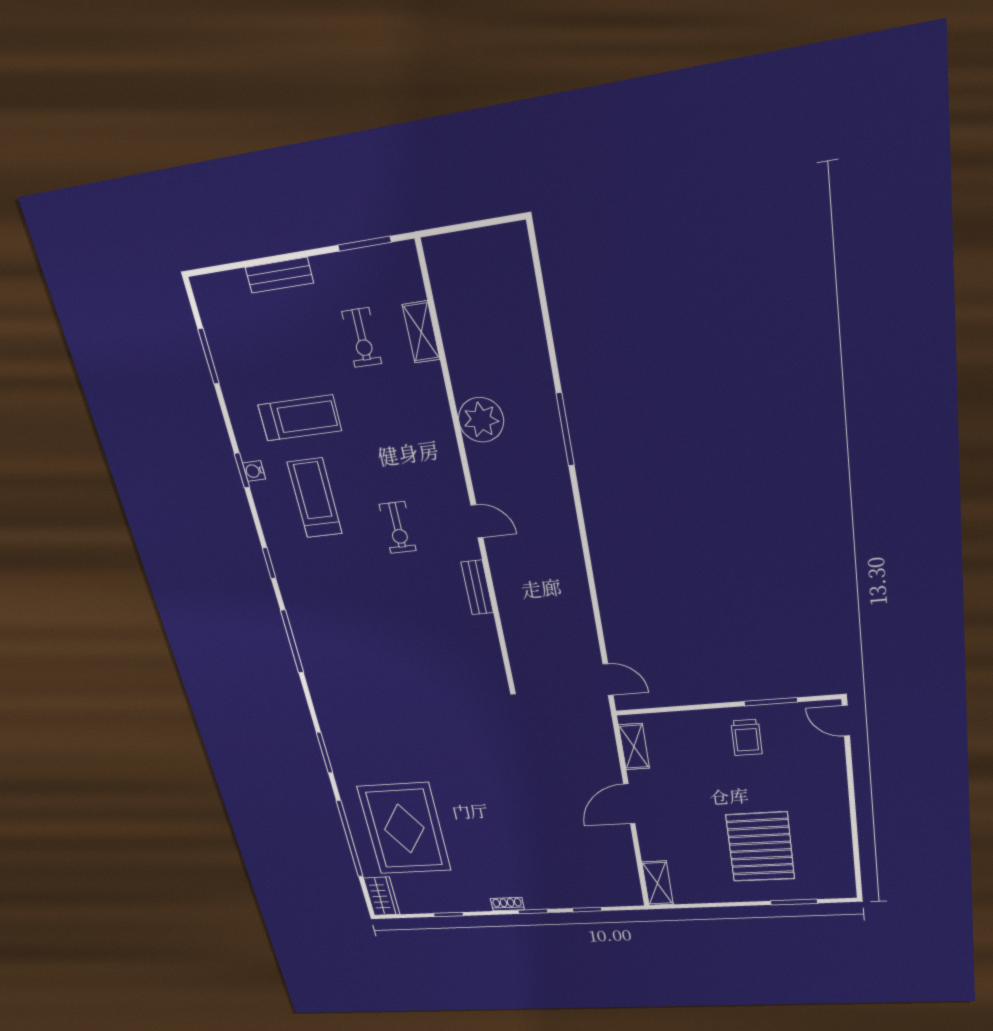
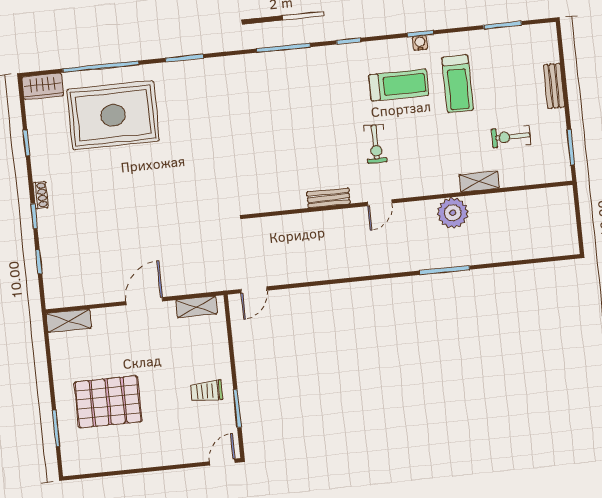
shelving: (421, 332) -> (479, 182), moved
exercise bike: (398, 528) -> (376, 144), turned -90
door: (629, 804) -> (144, 301), hinge flipped

